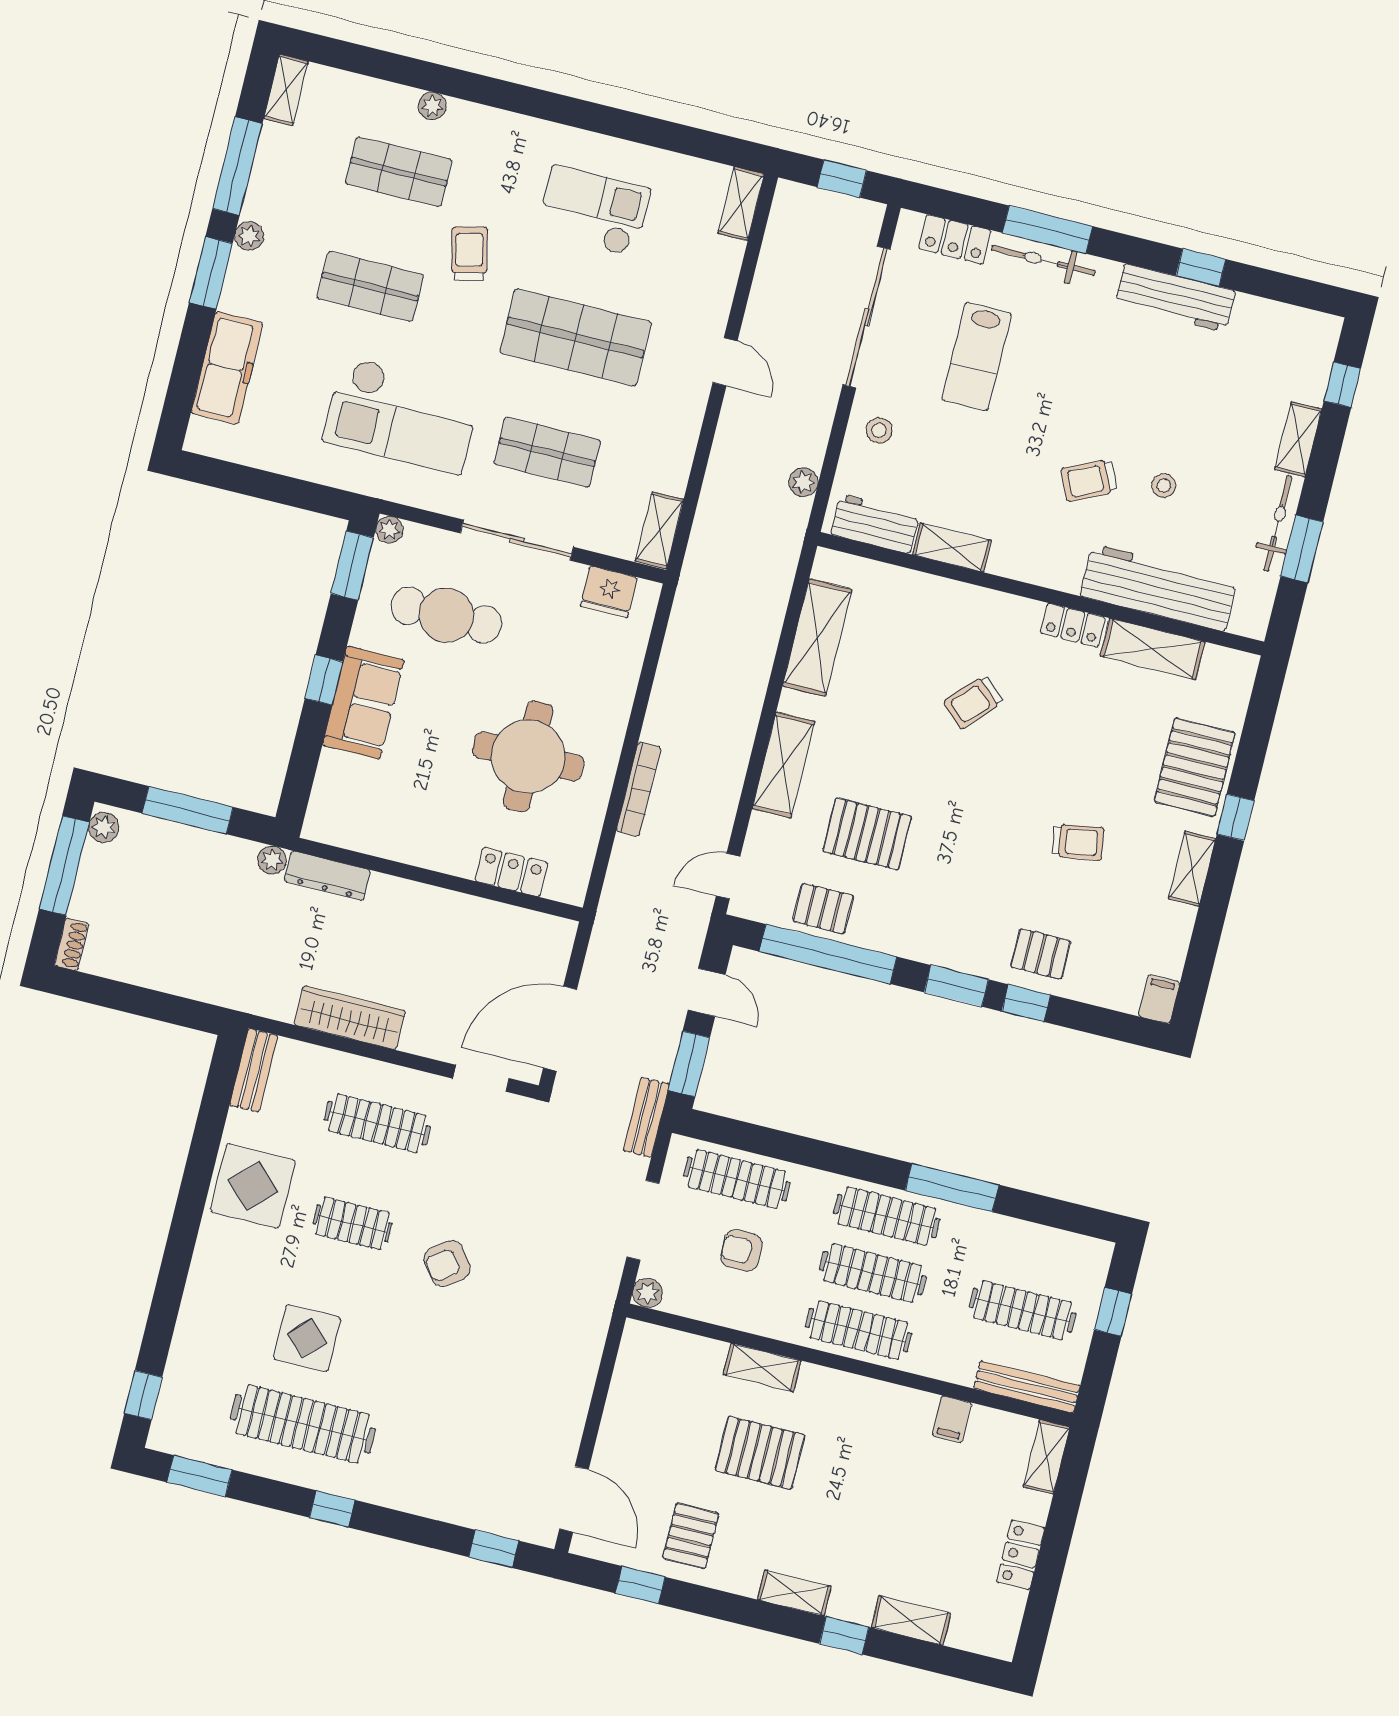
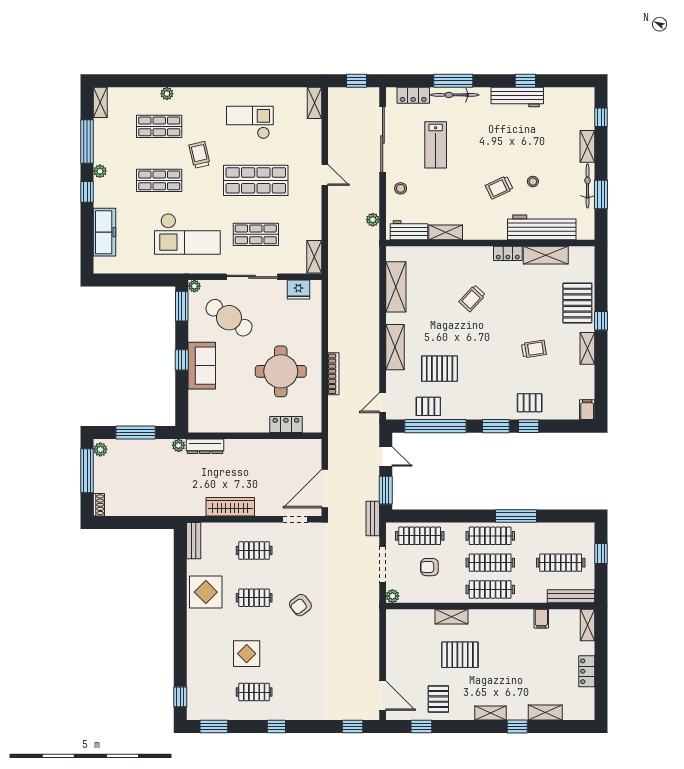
window: (211, 273) -> (87, 192), width x0.67
cafe table: (446, 615) -> (229, 318), turned 34
clothes rail: (377, 1123) -> (254, 551), width x0.73
clothes rail: (303, 1424) -> (254, 692), width x0.54, depth x0.76

